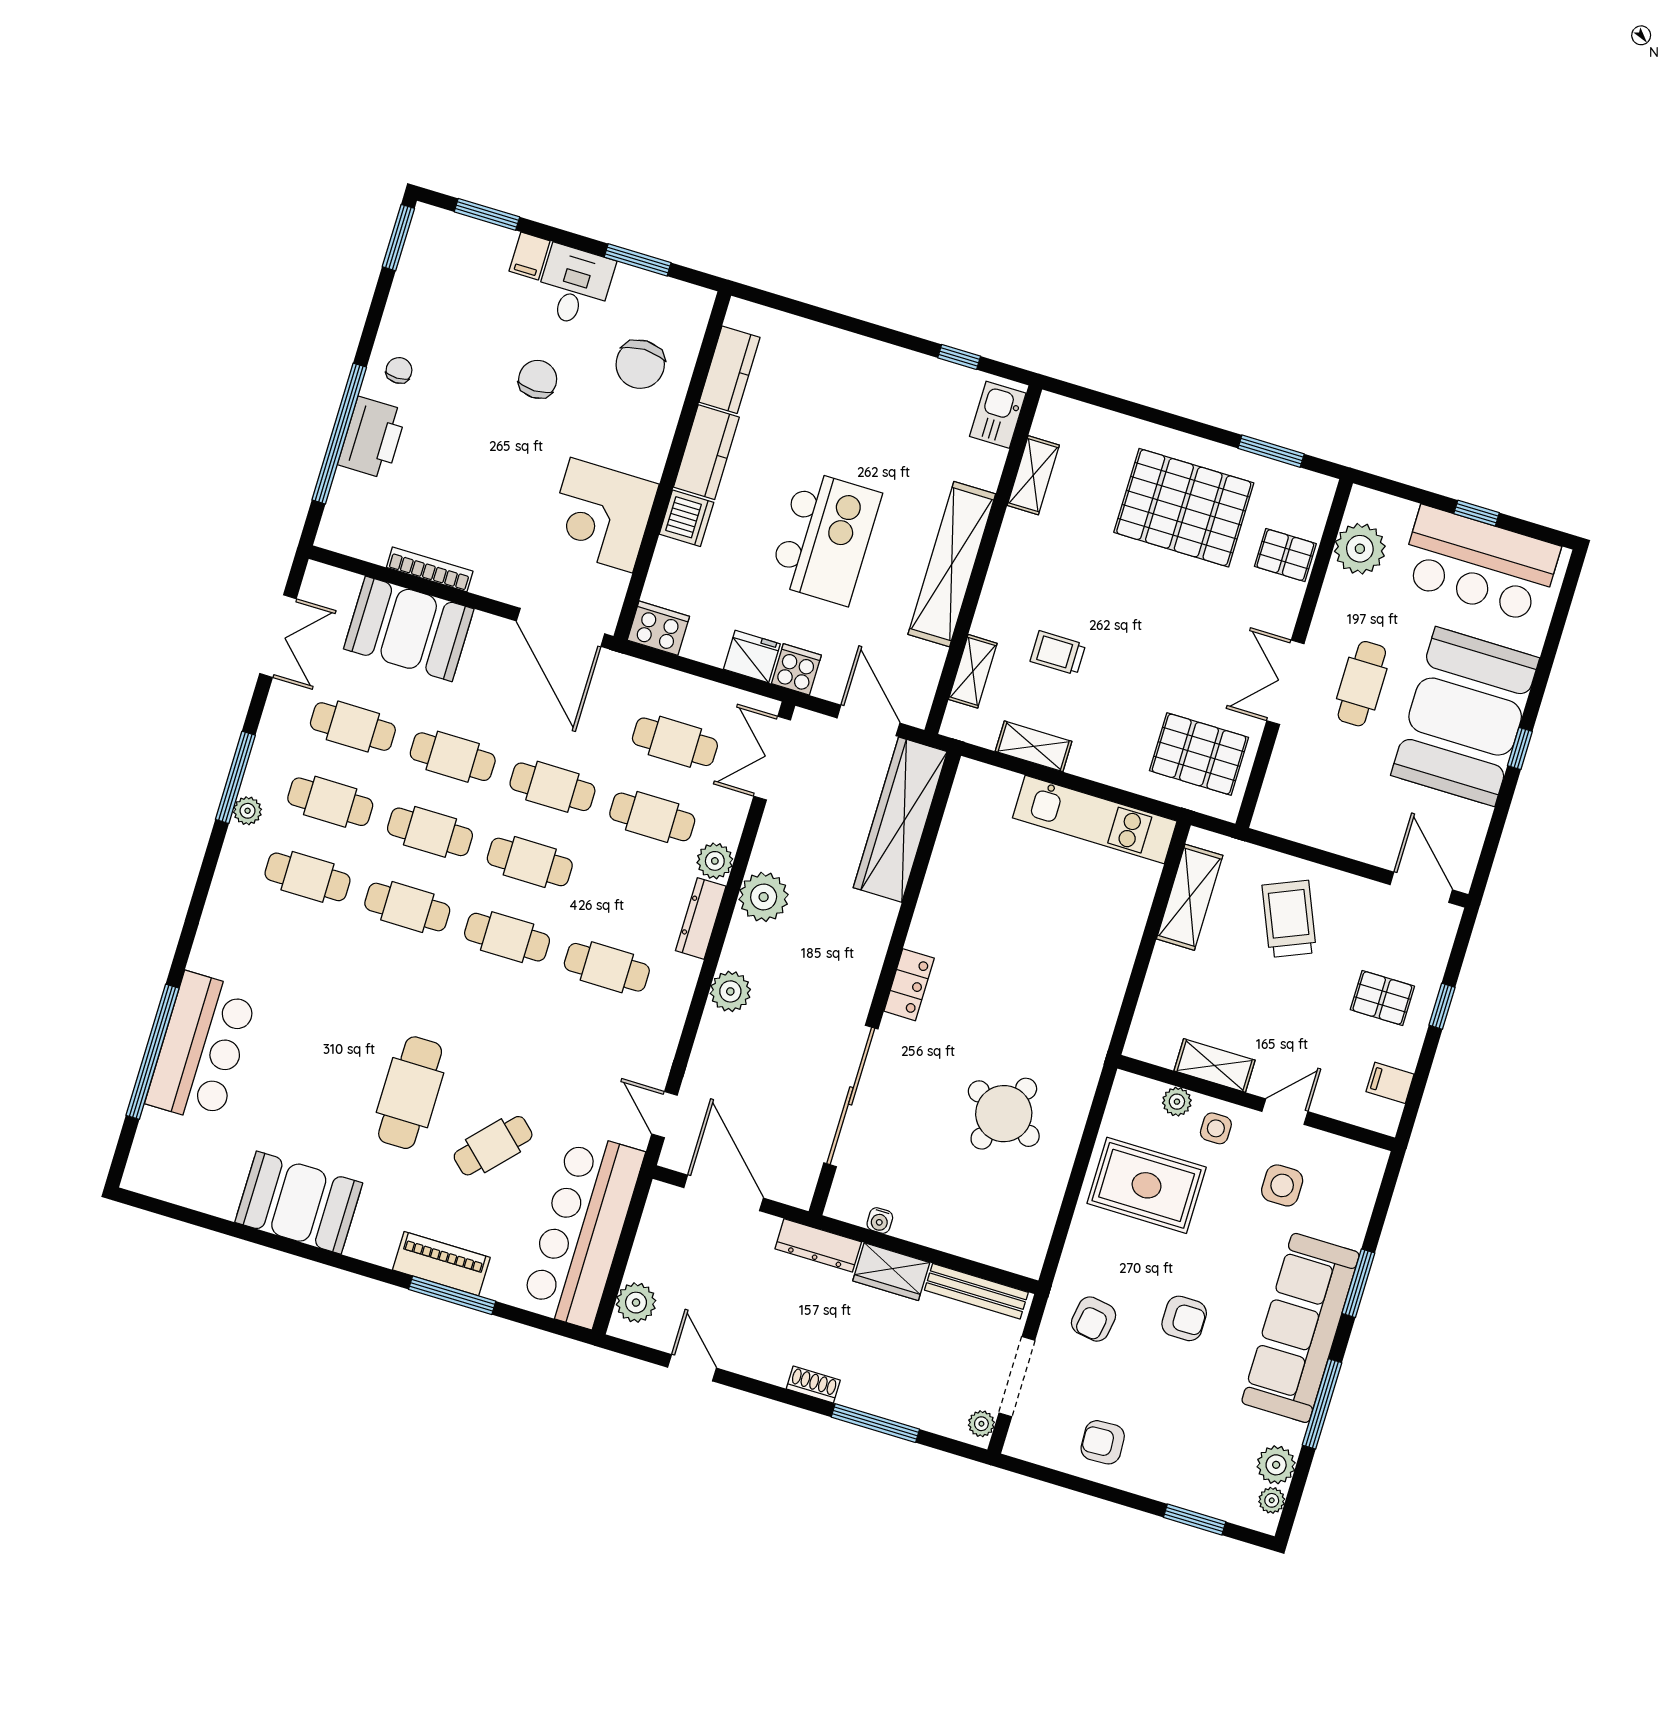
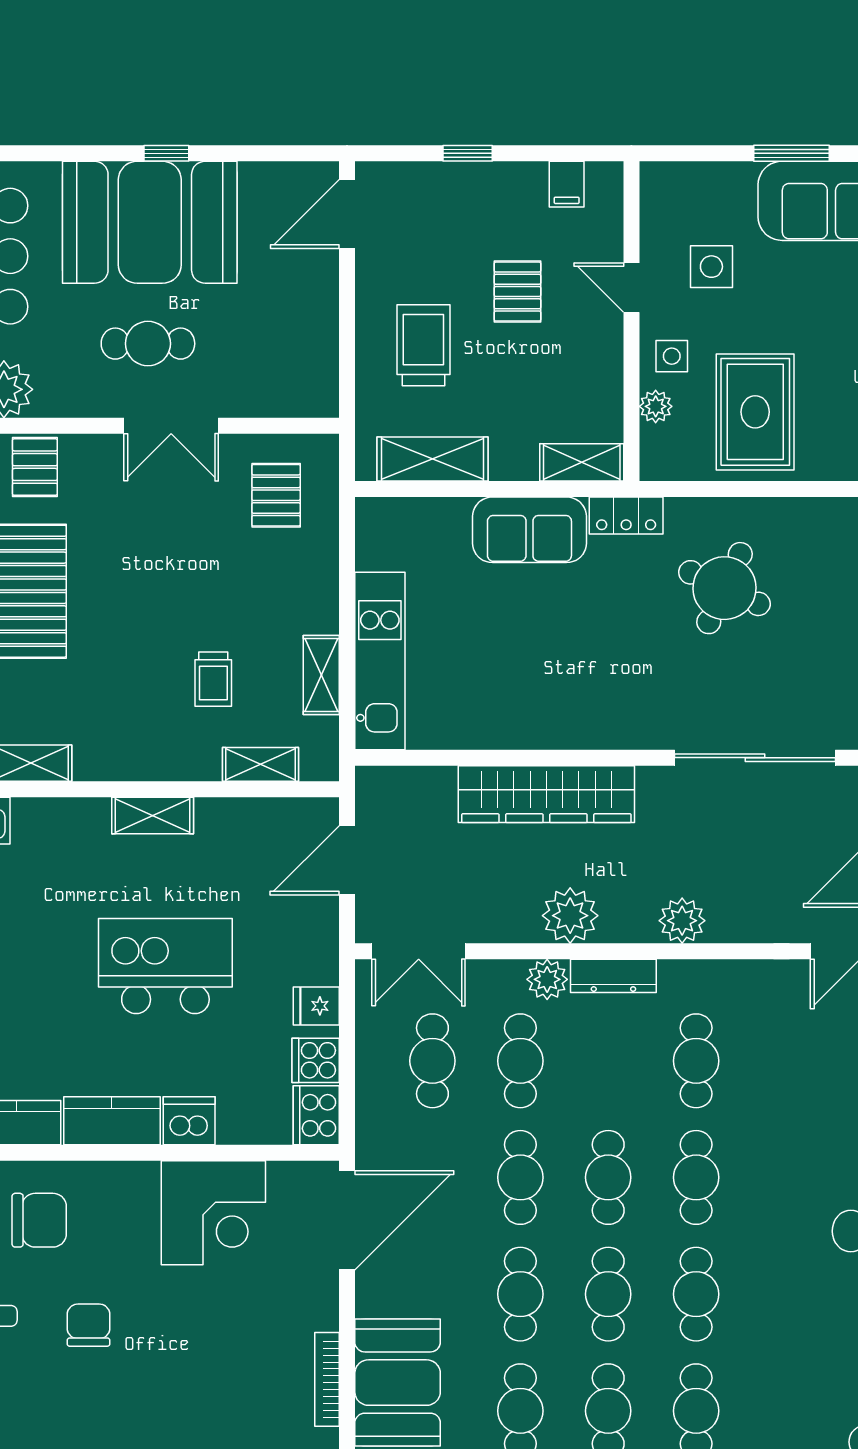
chair: (538, 379) -> (89, 1325), turned 90
shelving: (952, 564) -> (153, 816), width x0.45, depth x0.75
fridge: (752, 657) -> (316, 1006), width x0.72
cooker: (796, 669) -> (316, 1060), moved
pallet: (1199, 754) -> (276, 495), width x0.67, depth x0.71
kitchen unit: (1095, 819) -> (380, 661), moved
wardrobe: (900, 820) -> (546, 794), moved
trolley: (1289, 919) -> (423, 345), turned 113
sofa: (1104, 962) -> (529, 530), added
locker: (909, 985) -> (626, 515), moved, turned 180
pallet: (1382, 998) -> (517, 292), moved
shelving: (1215, 1065) -> (582, 462), moved, turned 90

